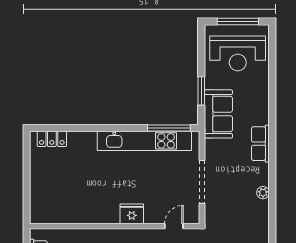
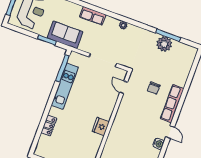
locker: (52, 139) -> (49, 126), moved
kitchen unit: (144, 141) -> (65, 86), width x0.73
fridge: (132, 214) -> (101, 127), moved

